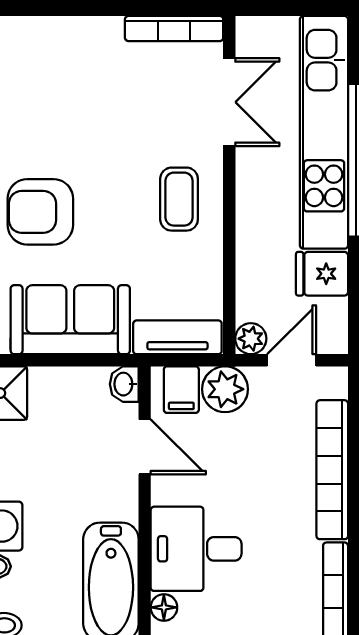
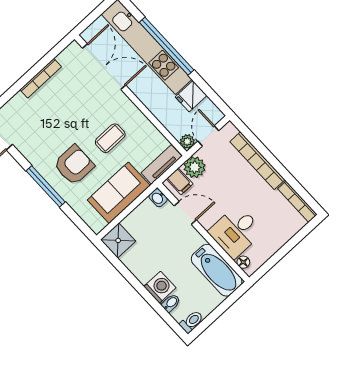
bookcase: (174, 28) -> (41, 78), moved
double door: (229, 102) -> (104, 67), width x1.37
coffee table: (179, 199) -> (110, 138), moved, turned 90
armchair: (40, 212) -> (74, 165), turned 180

